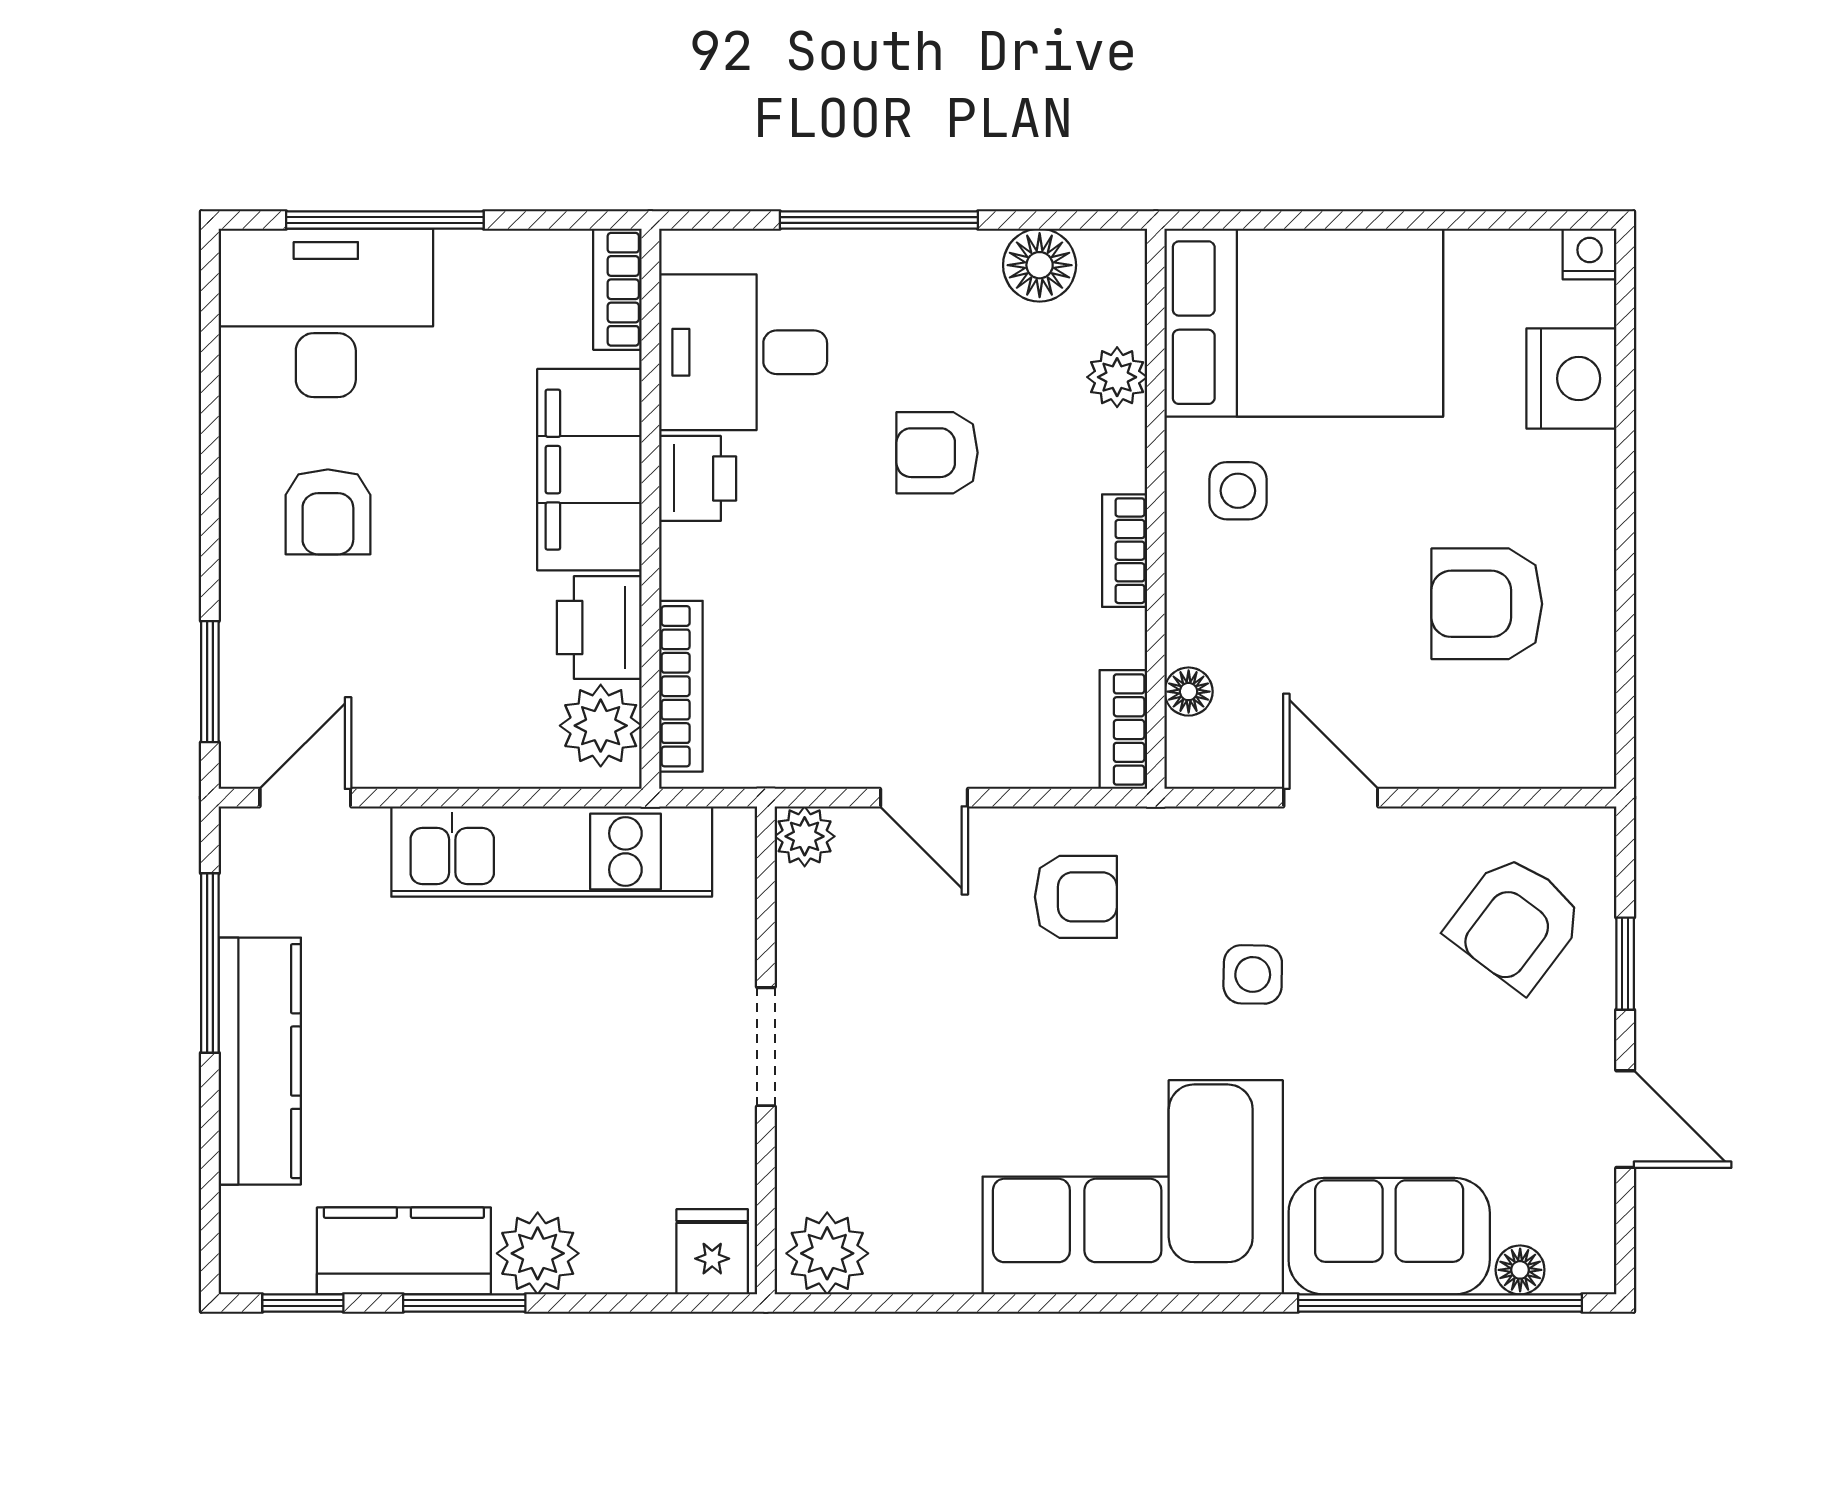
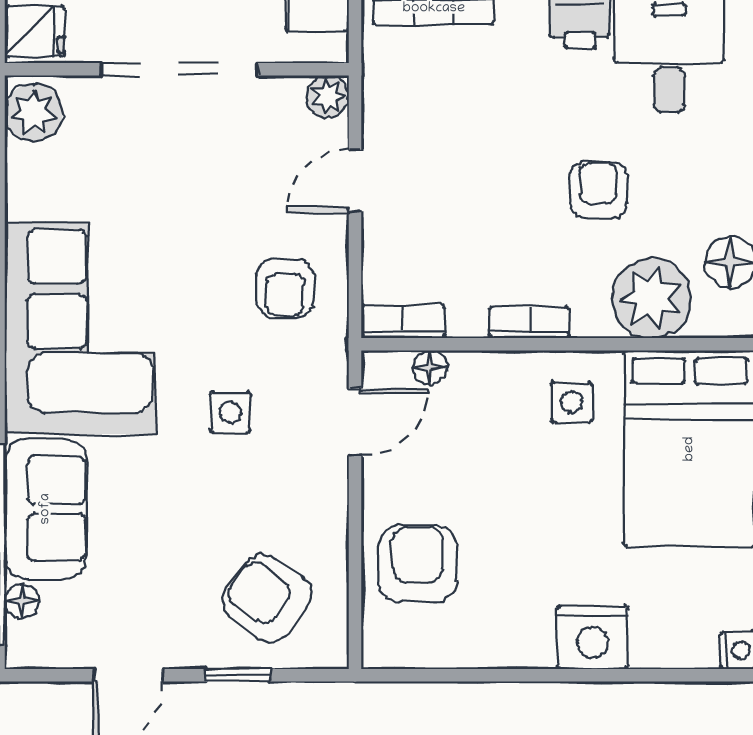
plant: (1117, 377) -> (652, 298), width x1.87, depth x1.87
nightstand: (1571, 379) -> (593, 637), moved
armchair: (1487, 604) -> (418, 564), moved
door: (1331, 798) -> (355, 422), moved
doorway: (766, 1047) -> (179, 69), width x1.88

